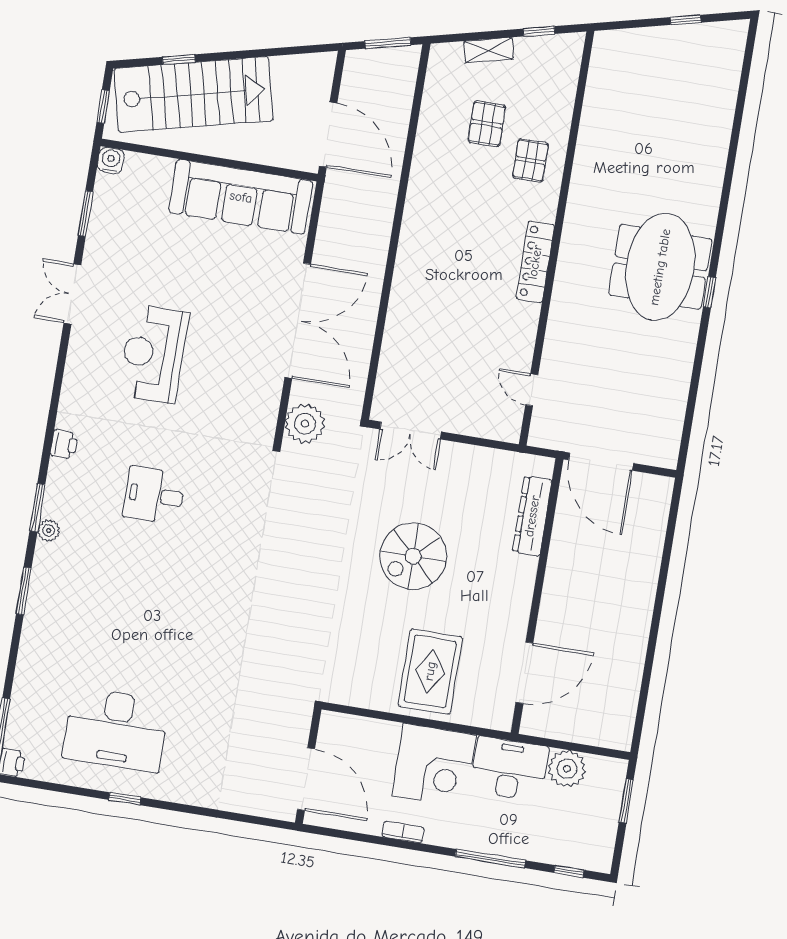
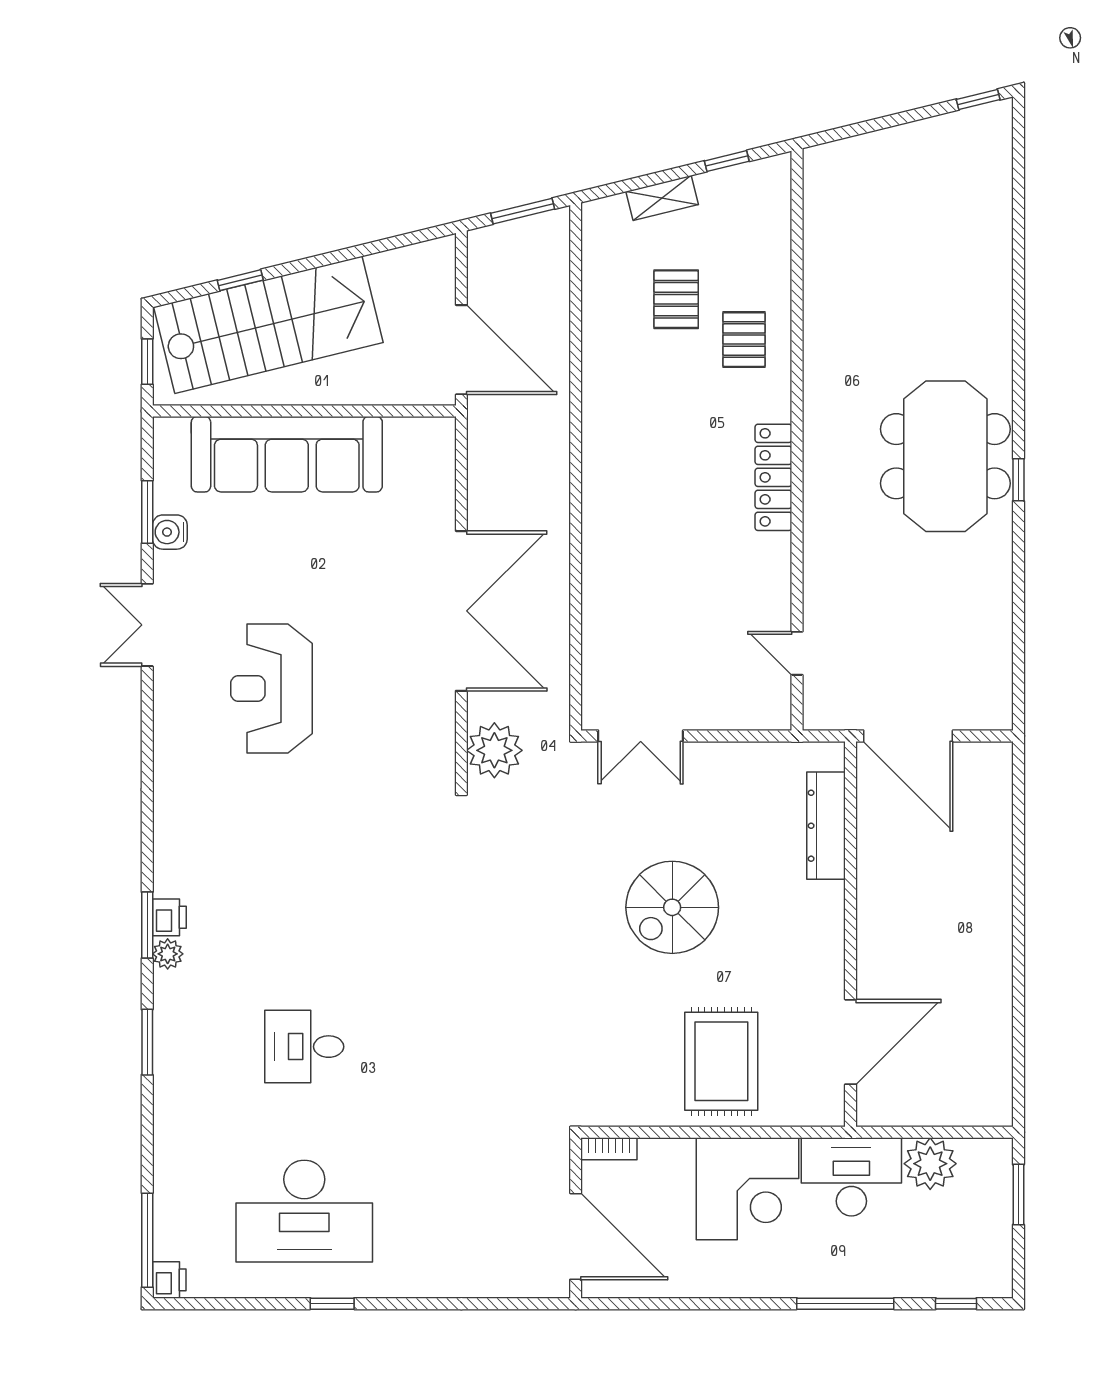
window: (686, 20) -> (978, 100), moved
water cooler: (111, 160) -> (170, 532), moved, turned -90
sofa: (241, 197) -> (287, 454), moved
printer: (64, 444) -> (169, 917), moved
desk: (154, 495) -> (304, 1047), moved
bookcase: (403, 832) -> (609, 1149), moved, turned 180

